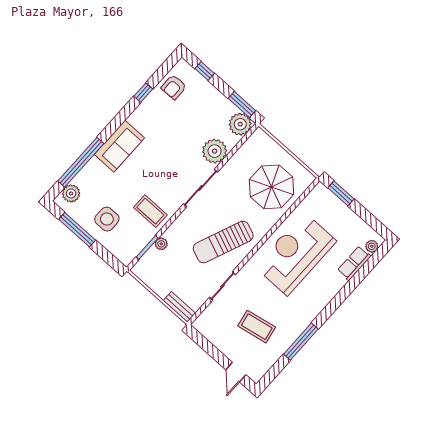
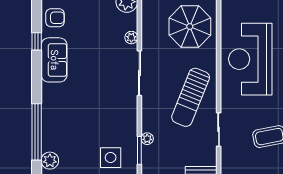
armchair: (174, 87) -> (55, 18), turned -89
sofa: (119, 146) -> (54, 60), moved
plant: (215, 151) -> (131, 38), width x0.53, depth x0.53
coffee table: (150, 211) -> (118, 122), removed
side table: (107, 219) -> (111, 158), moved

